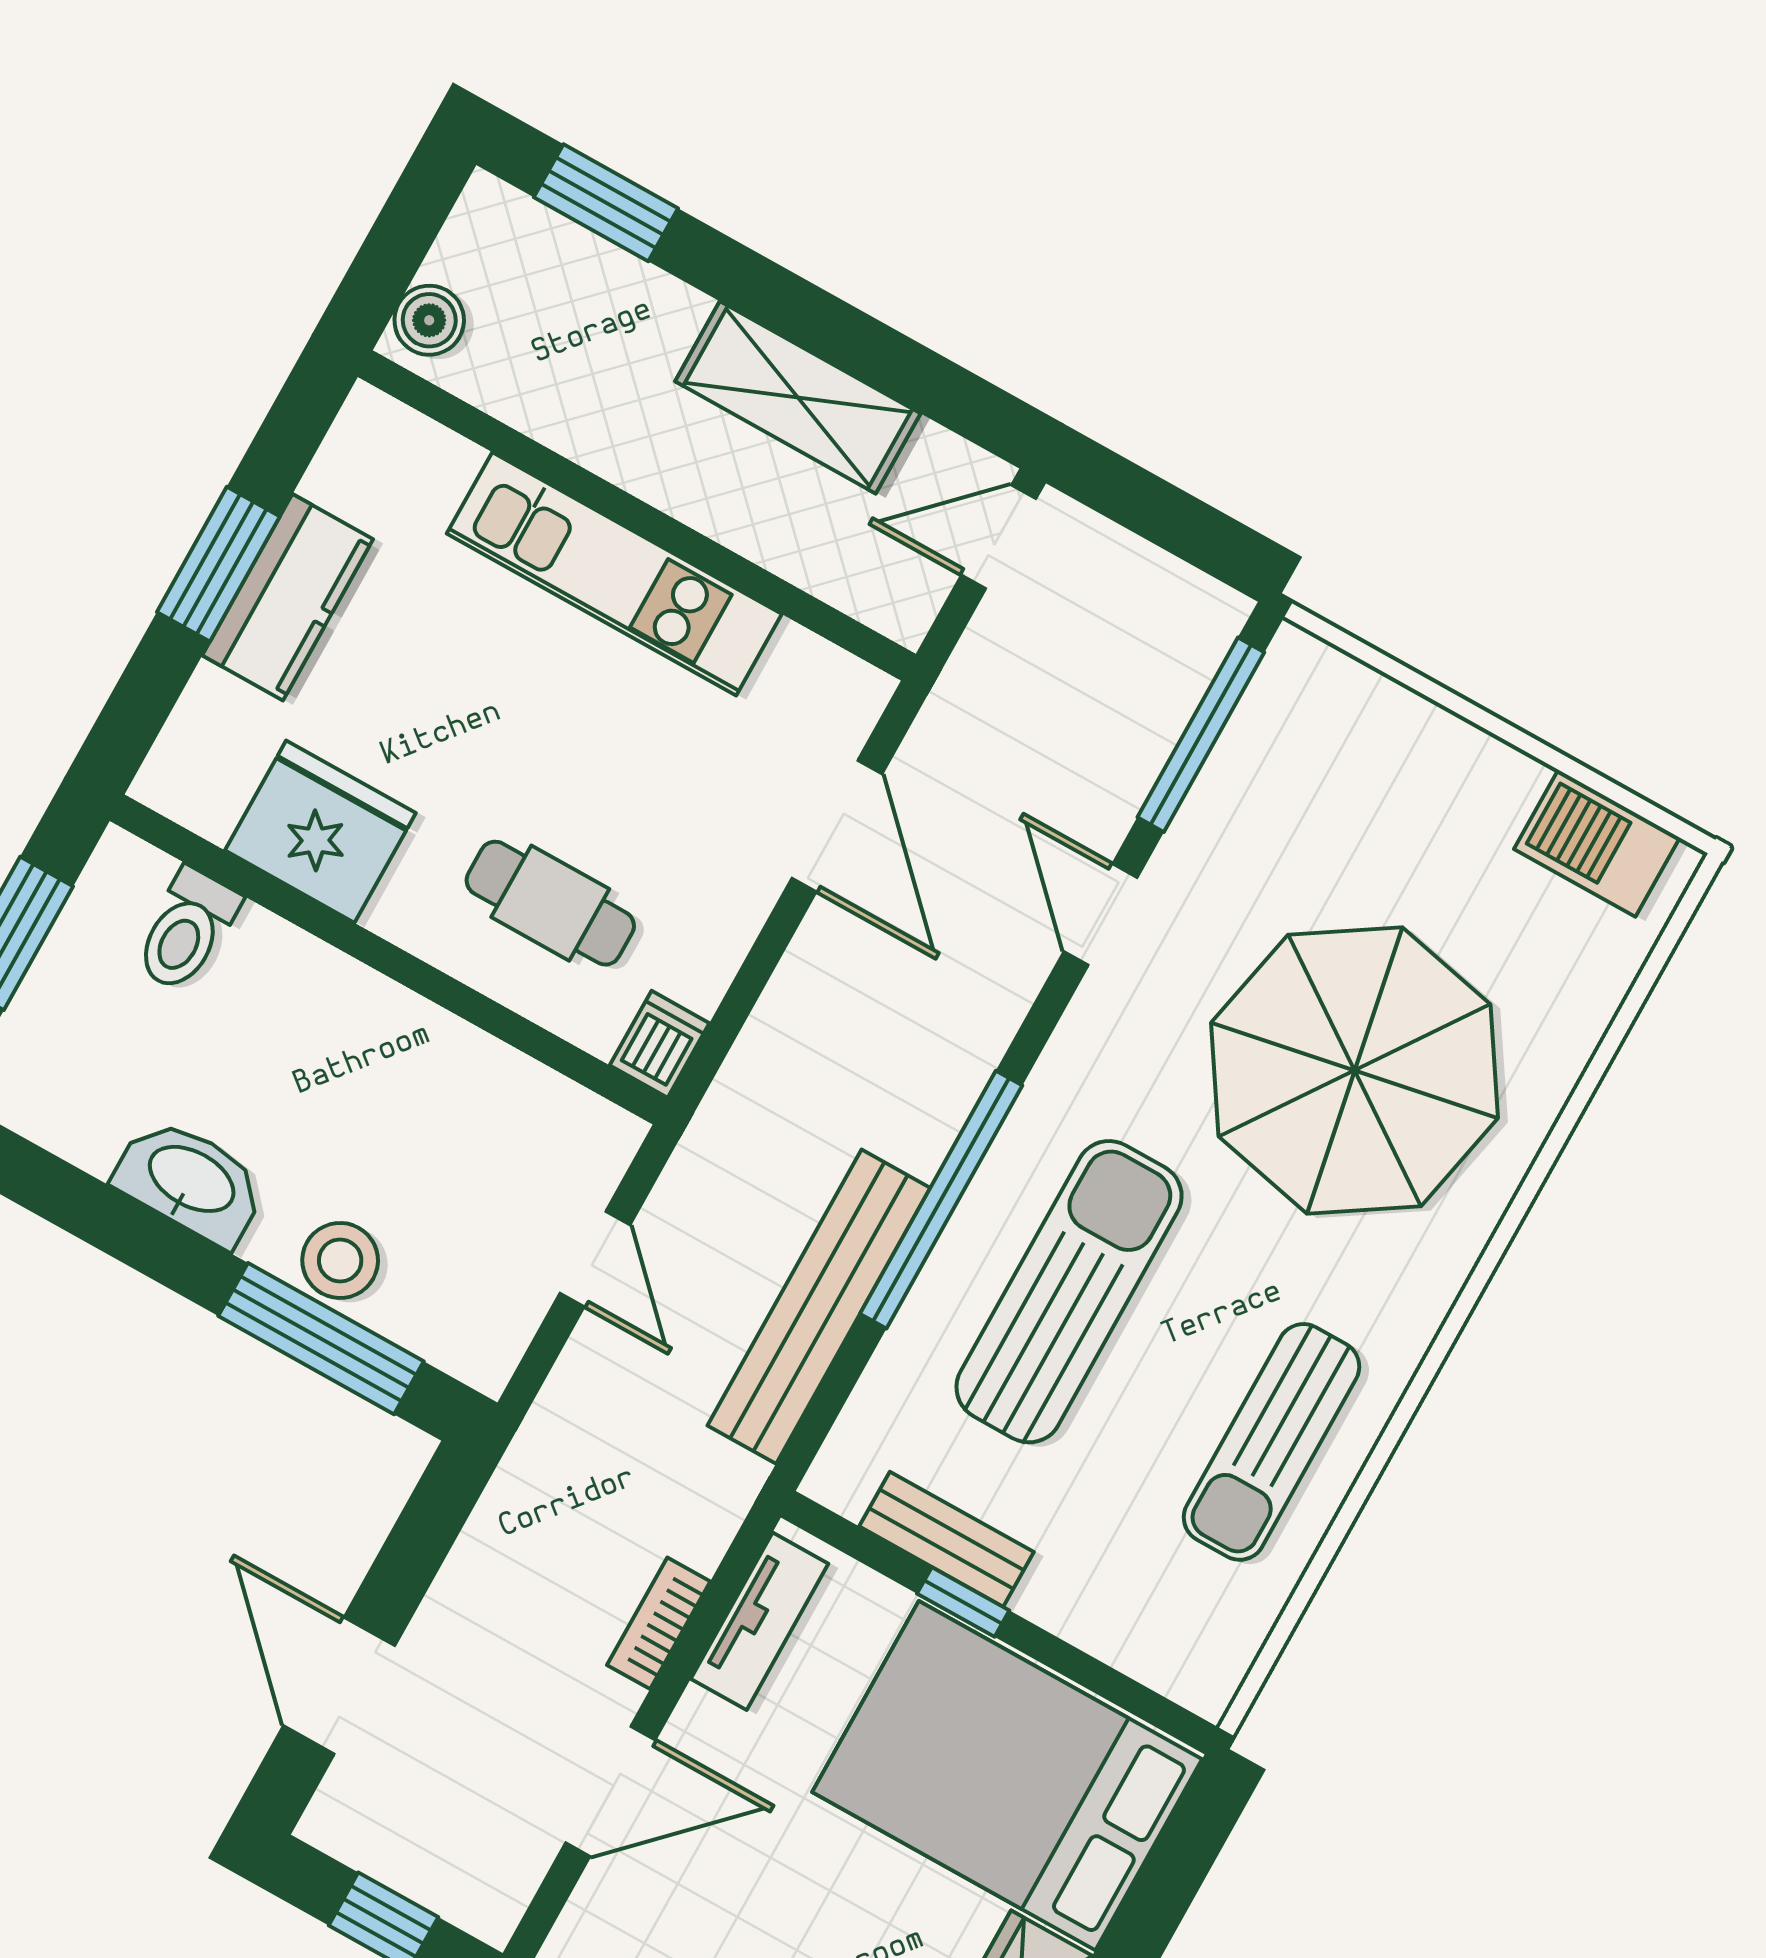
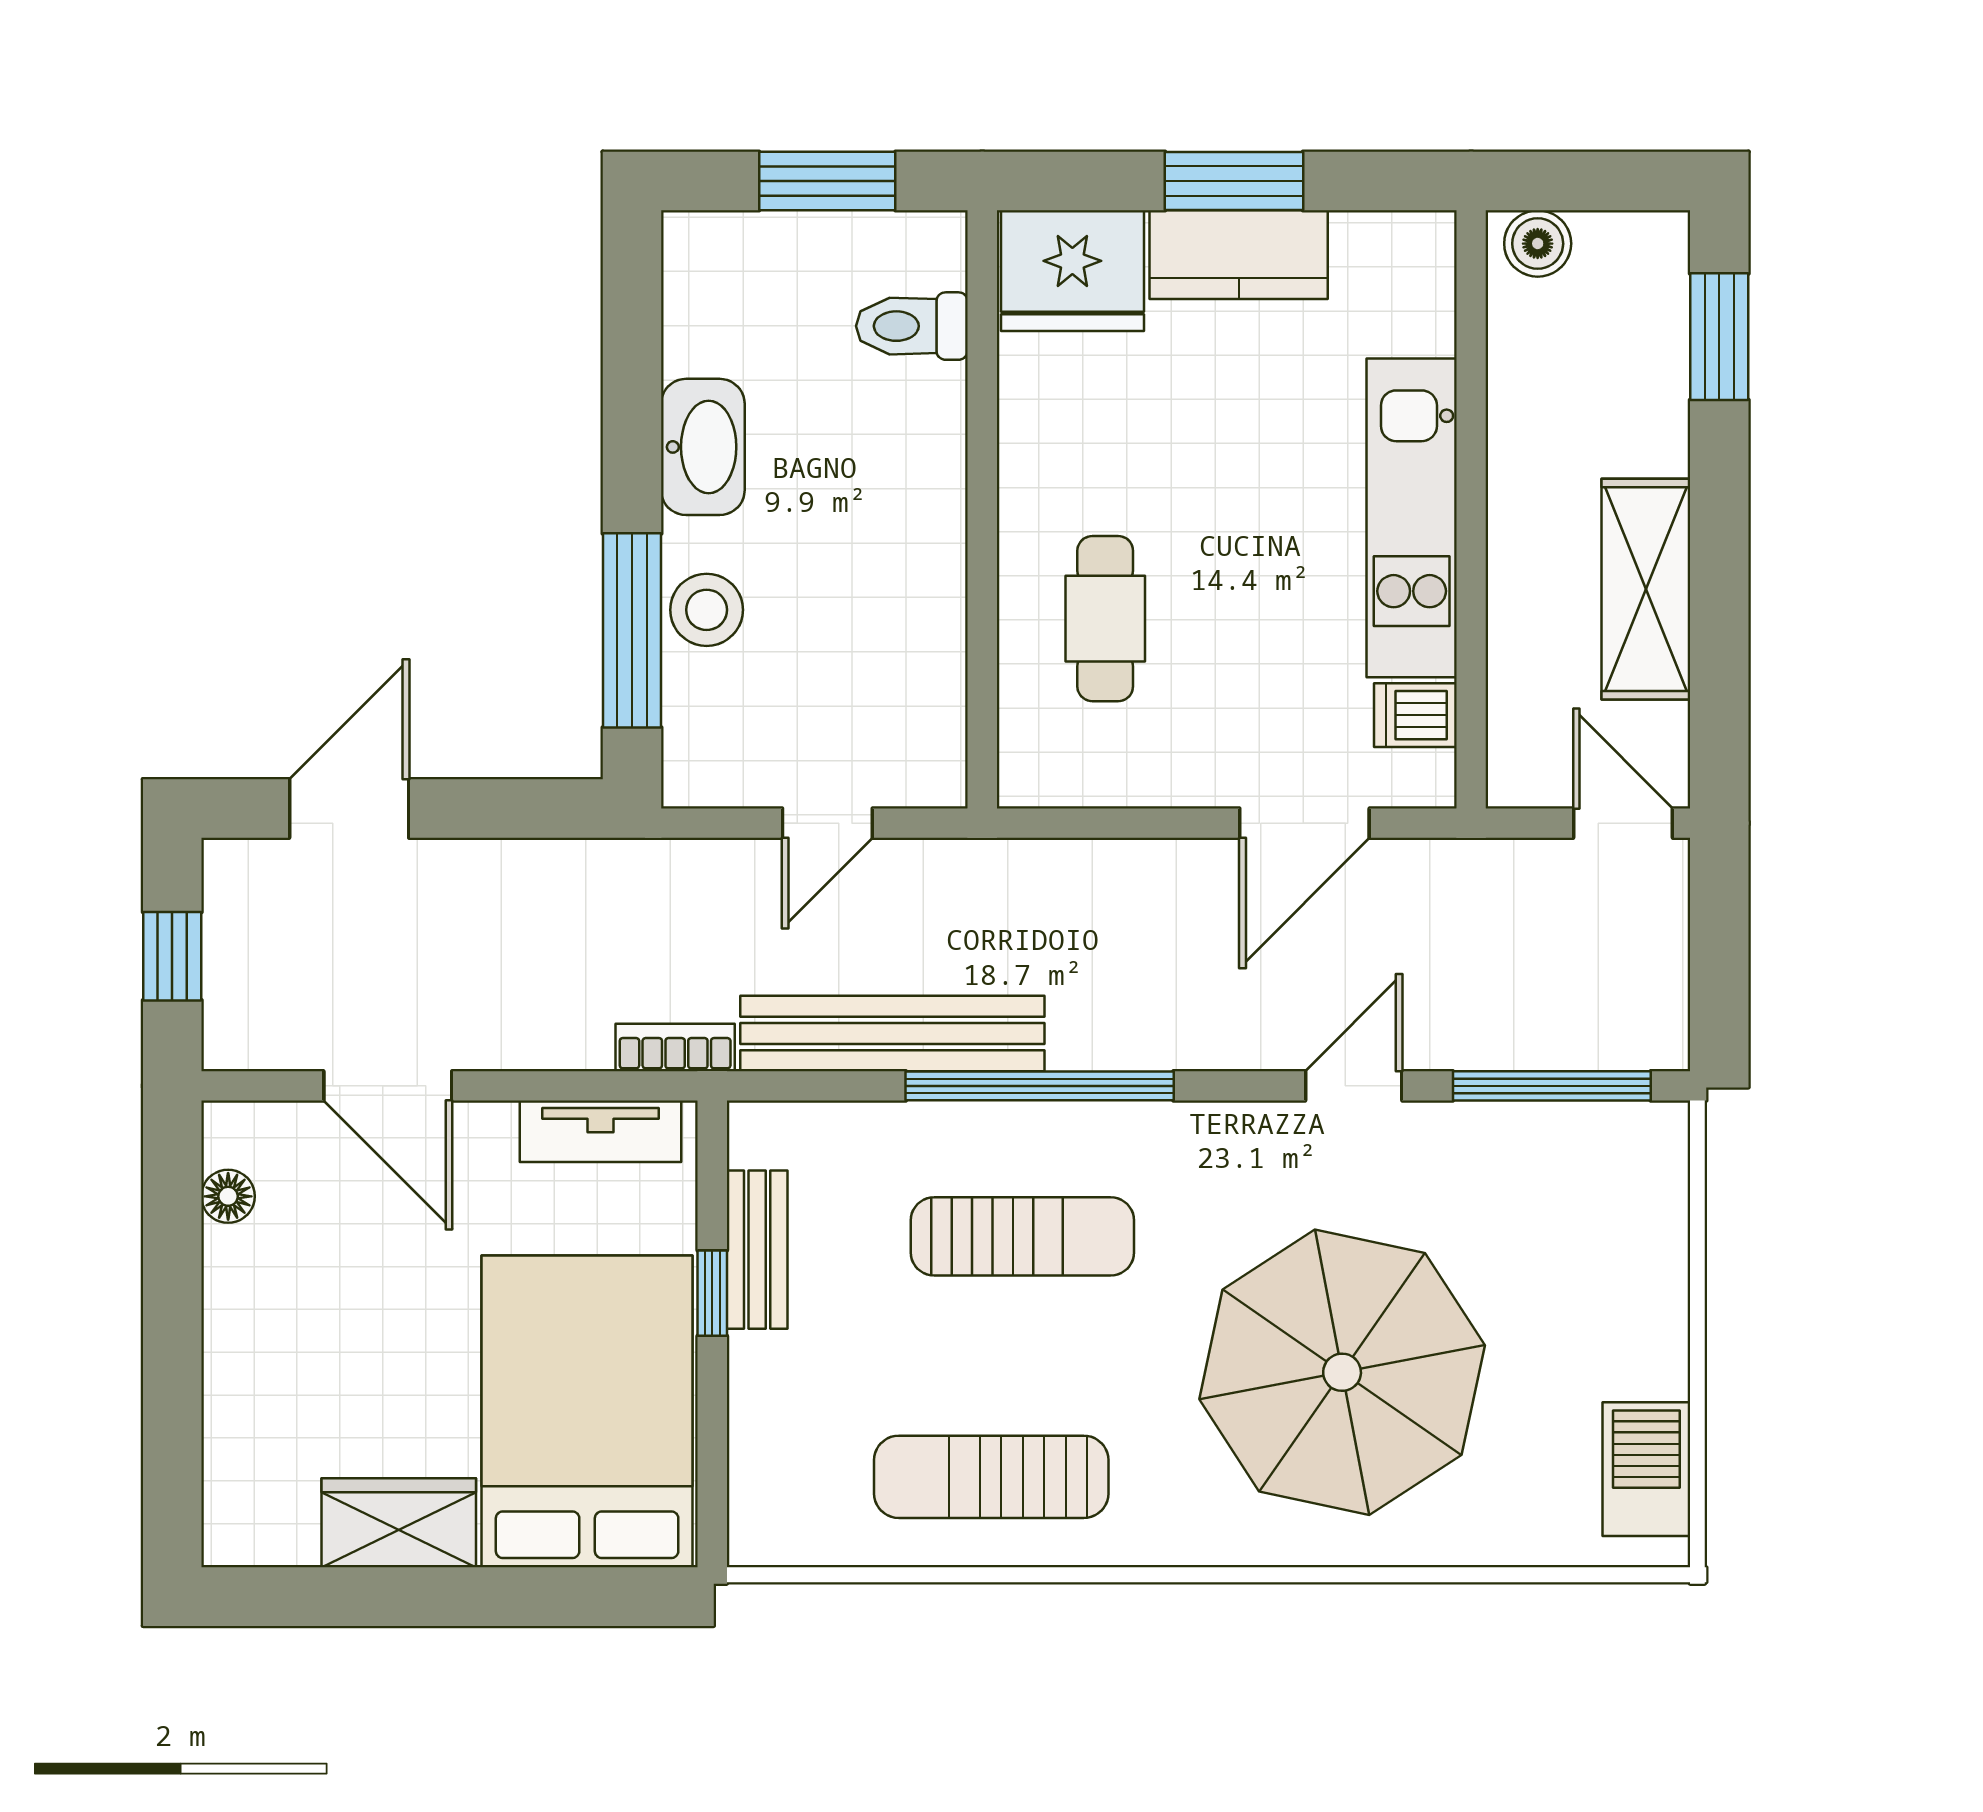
fridge: (320, 832) -> (1072, 271), moved, turned 90
dishwasher: (660, 1044) -> (1415, 715), moved, turned 180
sun lounger: (1069, 1292) -> (1022, 1236), width x0.73, depth x0.75
bookcase: (659, 1623) -> (675, 1047), moved

